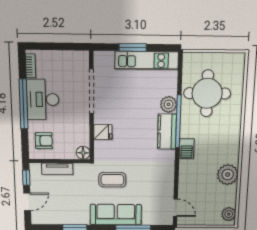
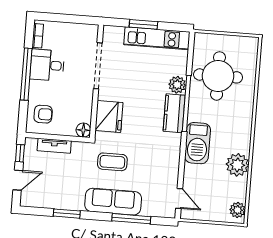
desk: (43, 99) -> (47, 65), width x0.73
fridge: (103, 132) -> (109, 117), width x1.88, depth x1.34
barbecue: (187, 149) -> (197, 143), width x1.88, depth x1.53

